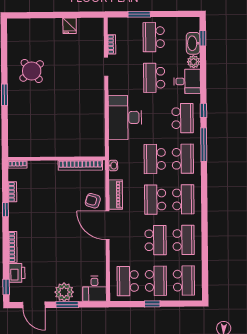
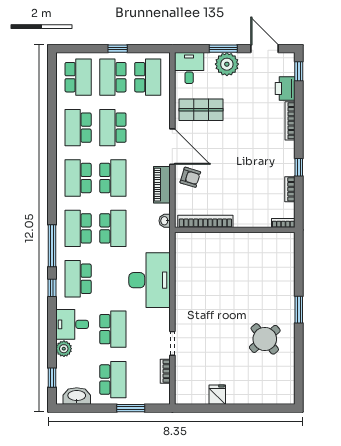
washbasin: (193, 43) -> (77, 396), moved, turned -90
shop shelf: (85, 255) -> (201, 110), added
school desk: (184, 281) -> (78, 77), turned 180

